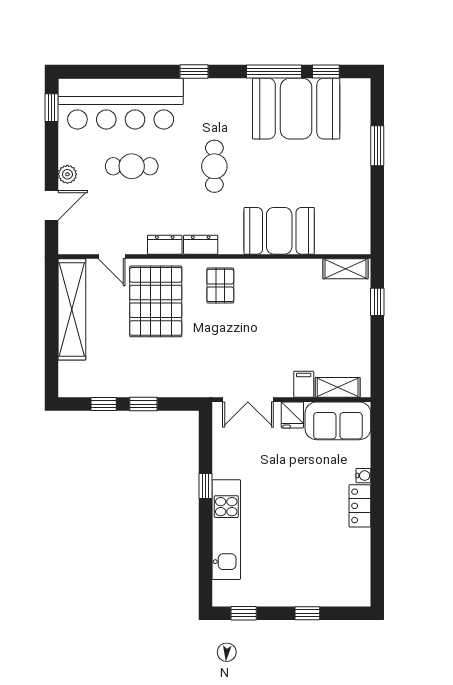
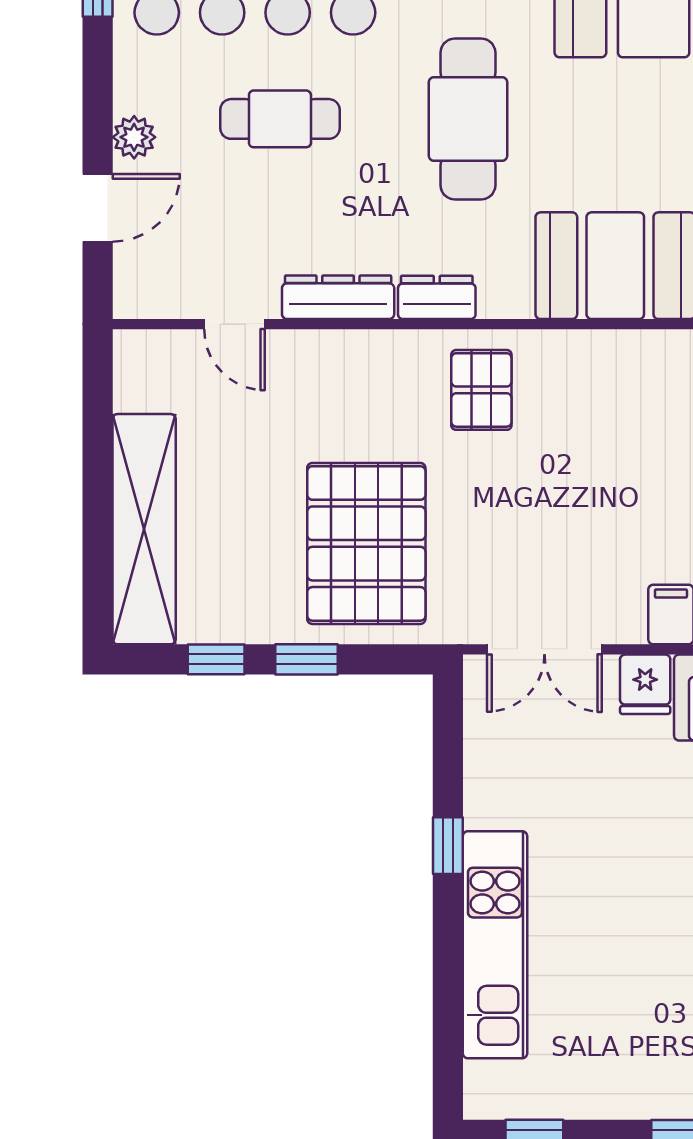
cafe table: (214, 166) -> (468, 119), width x1.37, depth x1.35
dresser: (165, 245) -> (338, 297), width x1.44
pallet: (156, 301) -> (366, 543), moved
shelving: (72, 309) -> (144, 529), moved

